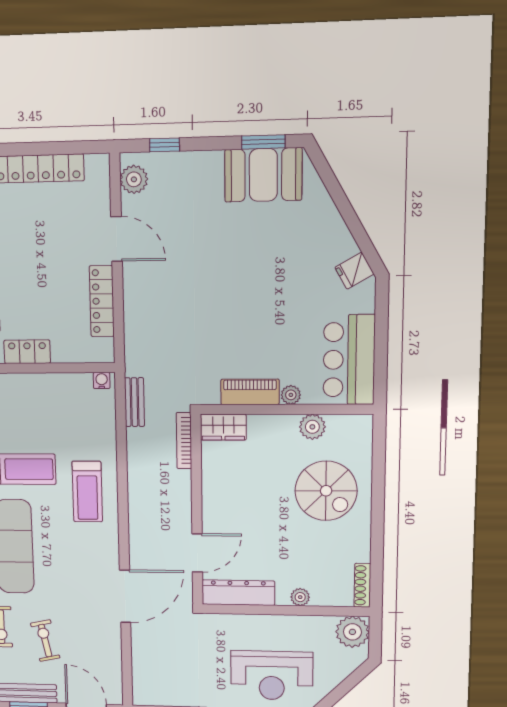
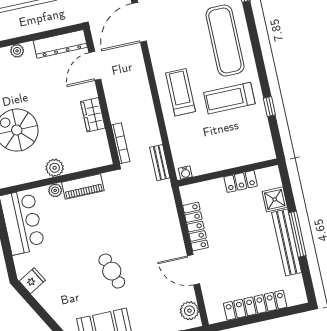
cafe table: (235, 261) -> (112, 271), added
wardrobe: (223, 427) -> (93, 115), moved, turned -90
plant: (312, 427) -> (55, 168), moved

